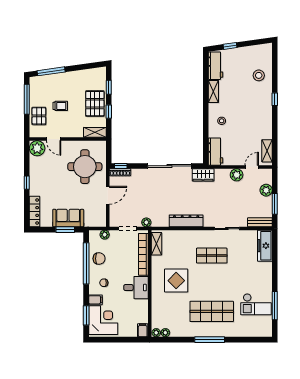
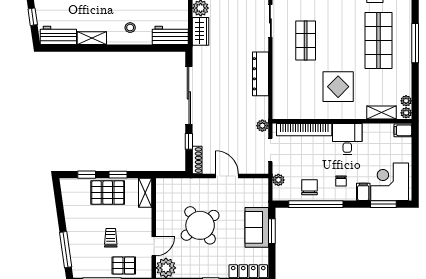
window: (121, 166) -> (189, 141), moved
round table: (85, 167) -> (200, 225), moved, turned -36
wardrobe: (203, 175) -> (201, 31), moved
shelving: (156, 244) -> (382, 112), moved

